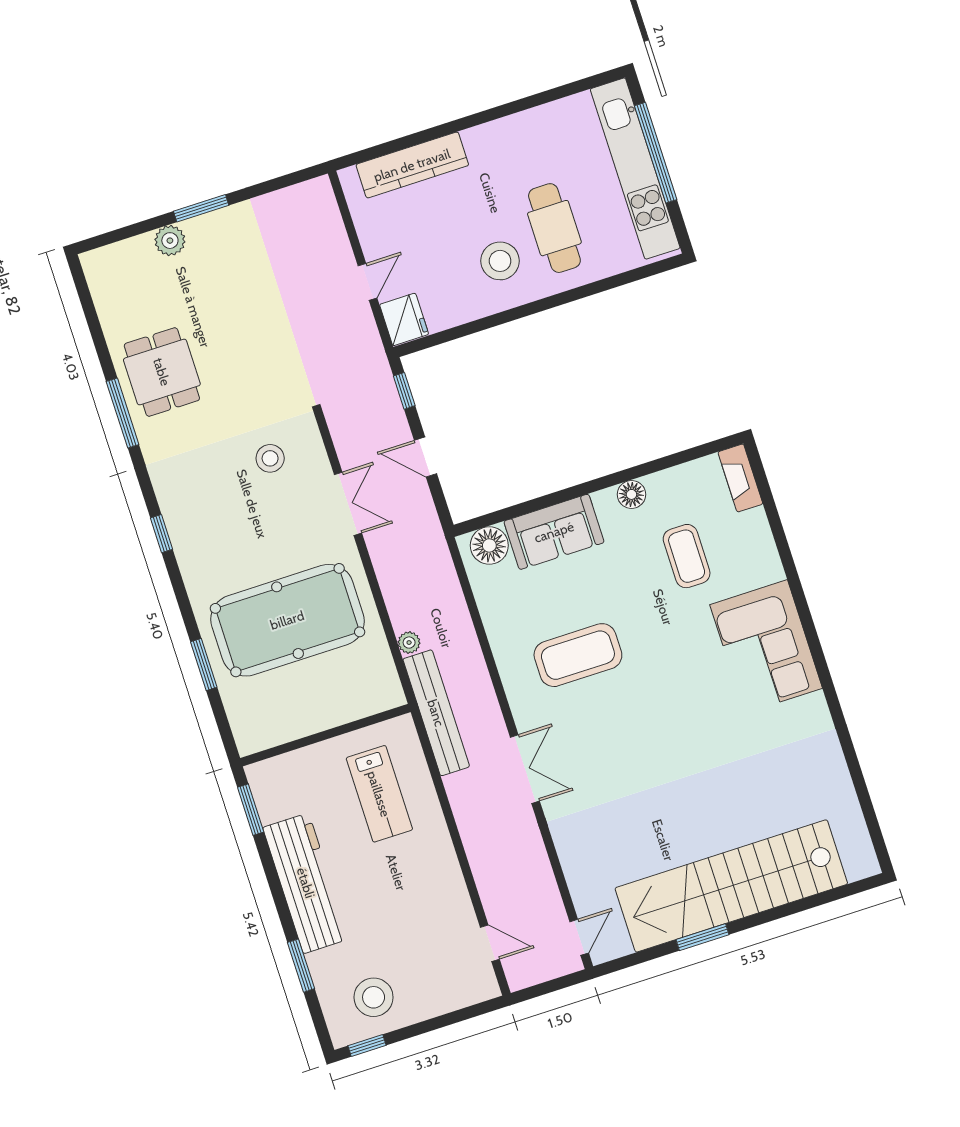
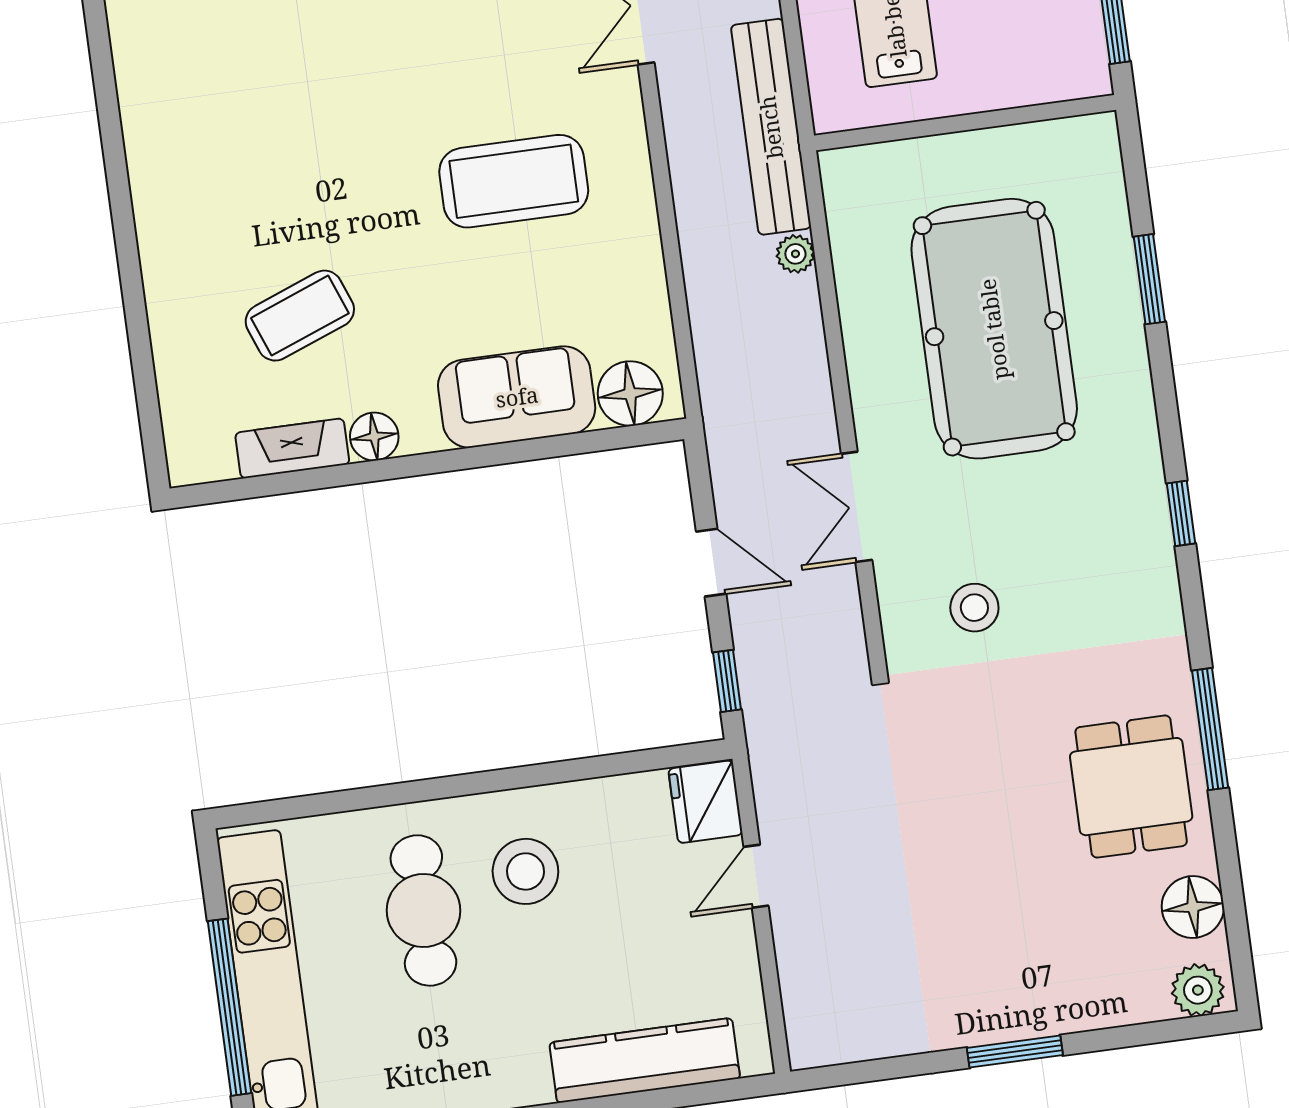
plant: (170, 241) -> (1198, 990), moved
floor lamp: (114, 309) -> (1193, 907), added
fireplace: (740, 478) -> (292, 448), moved, turned -90
coffee table: (687, 556) -> (300, 316), turned 69
pool table: (287, 620) -> (994, 329), turned 90
corner sofa: (766, 646) -> (193, 139), removed

